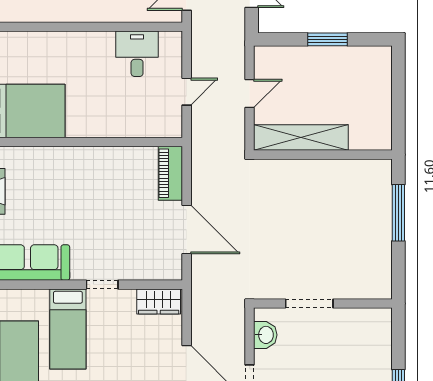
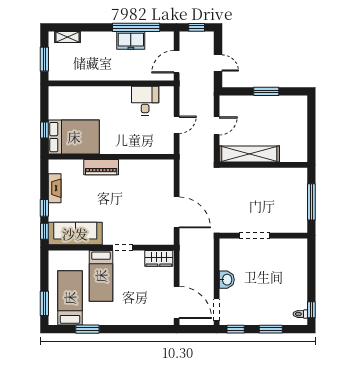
piano: (170, 173) -> (101, 167), moved, turned -90
doorway: (309, 304) -> (255, 236), moved
wall: (323, 304) -> (263, 236), moved

